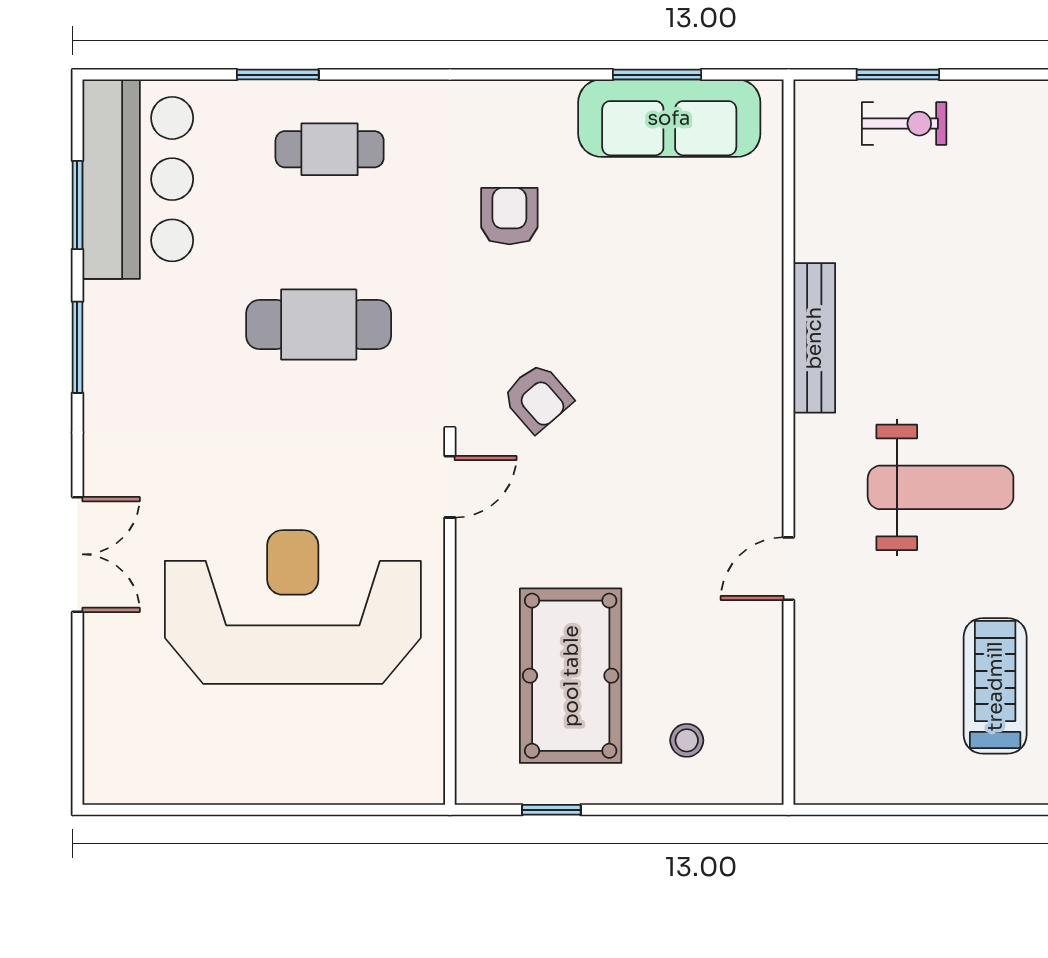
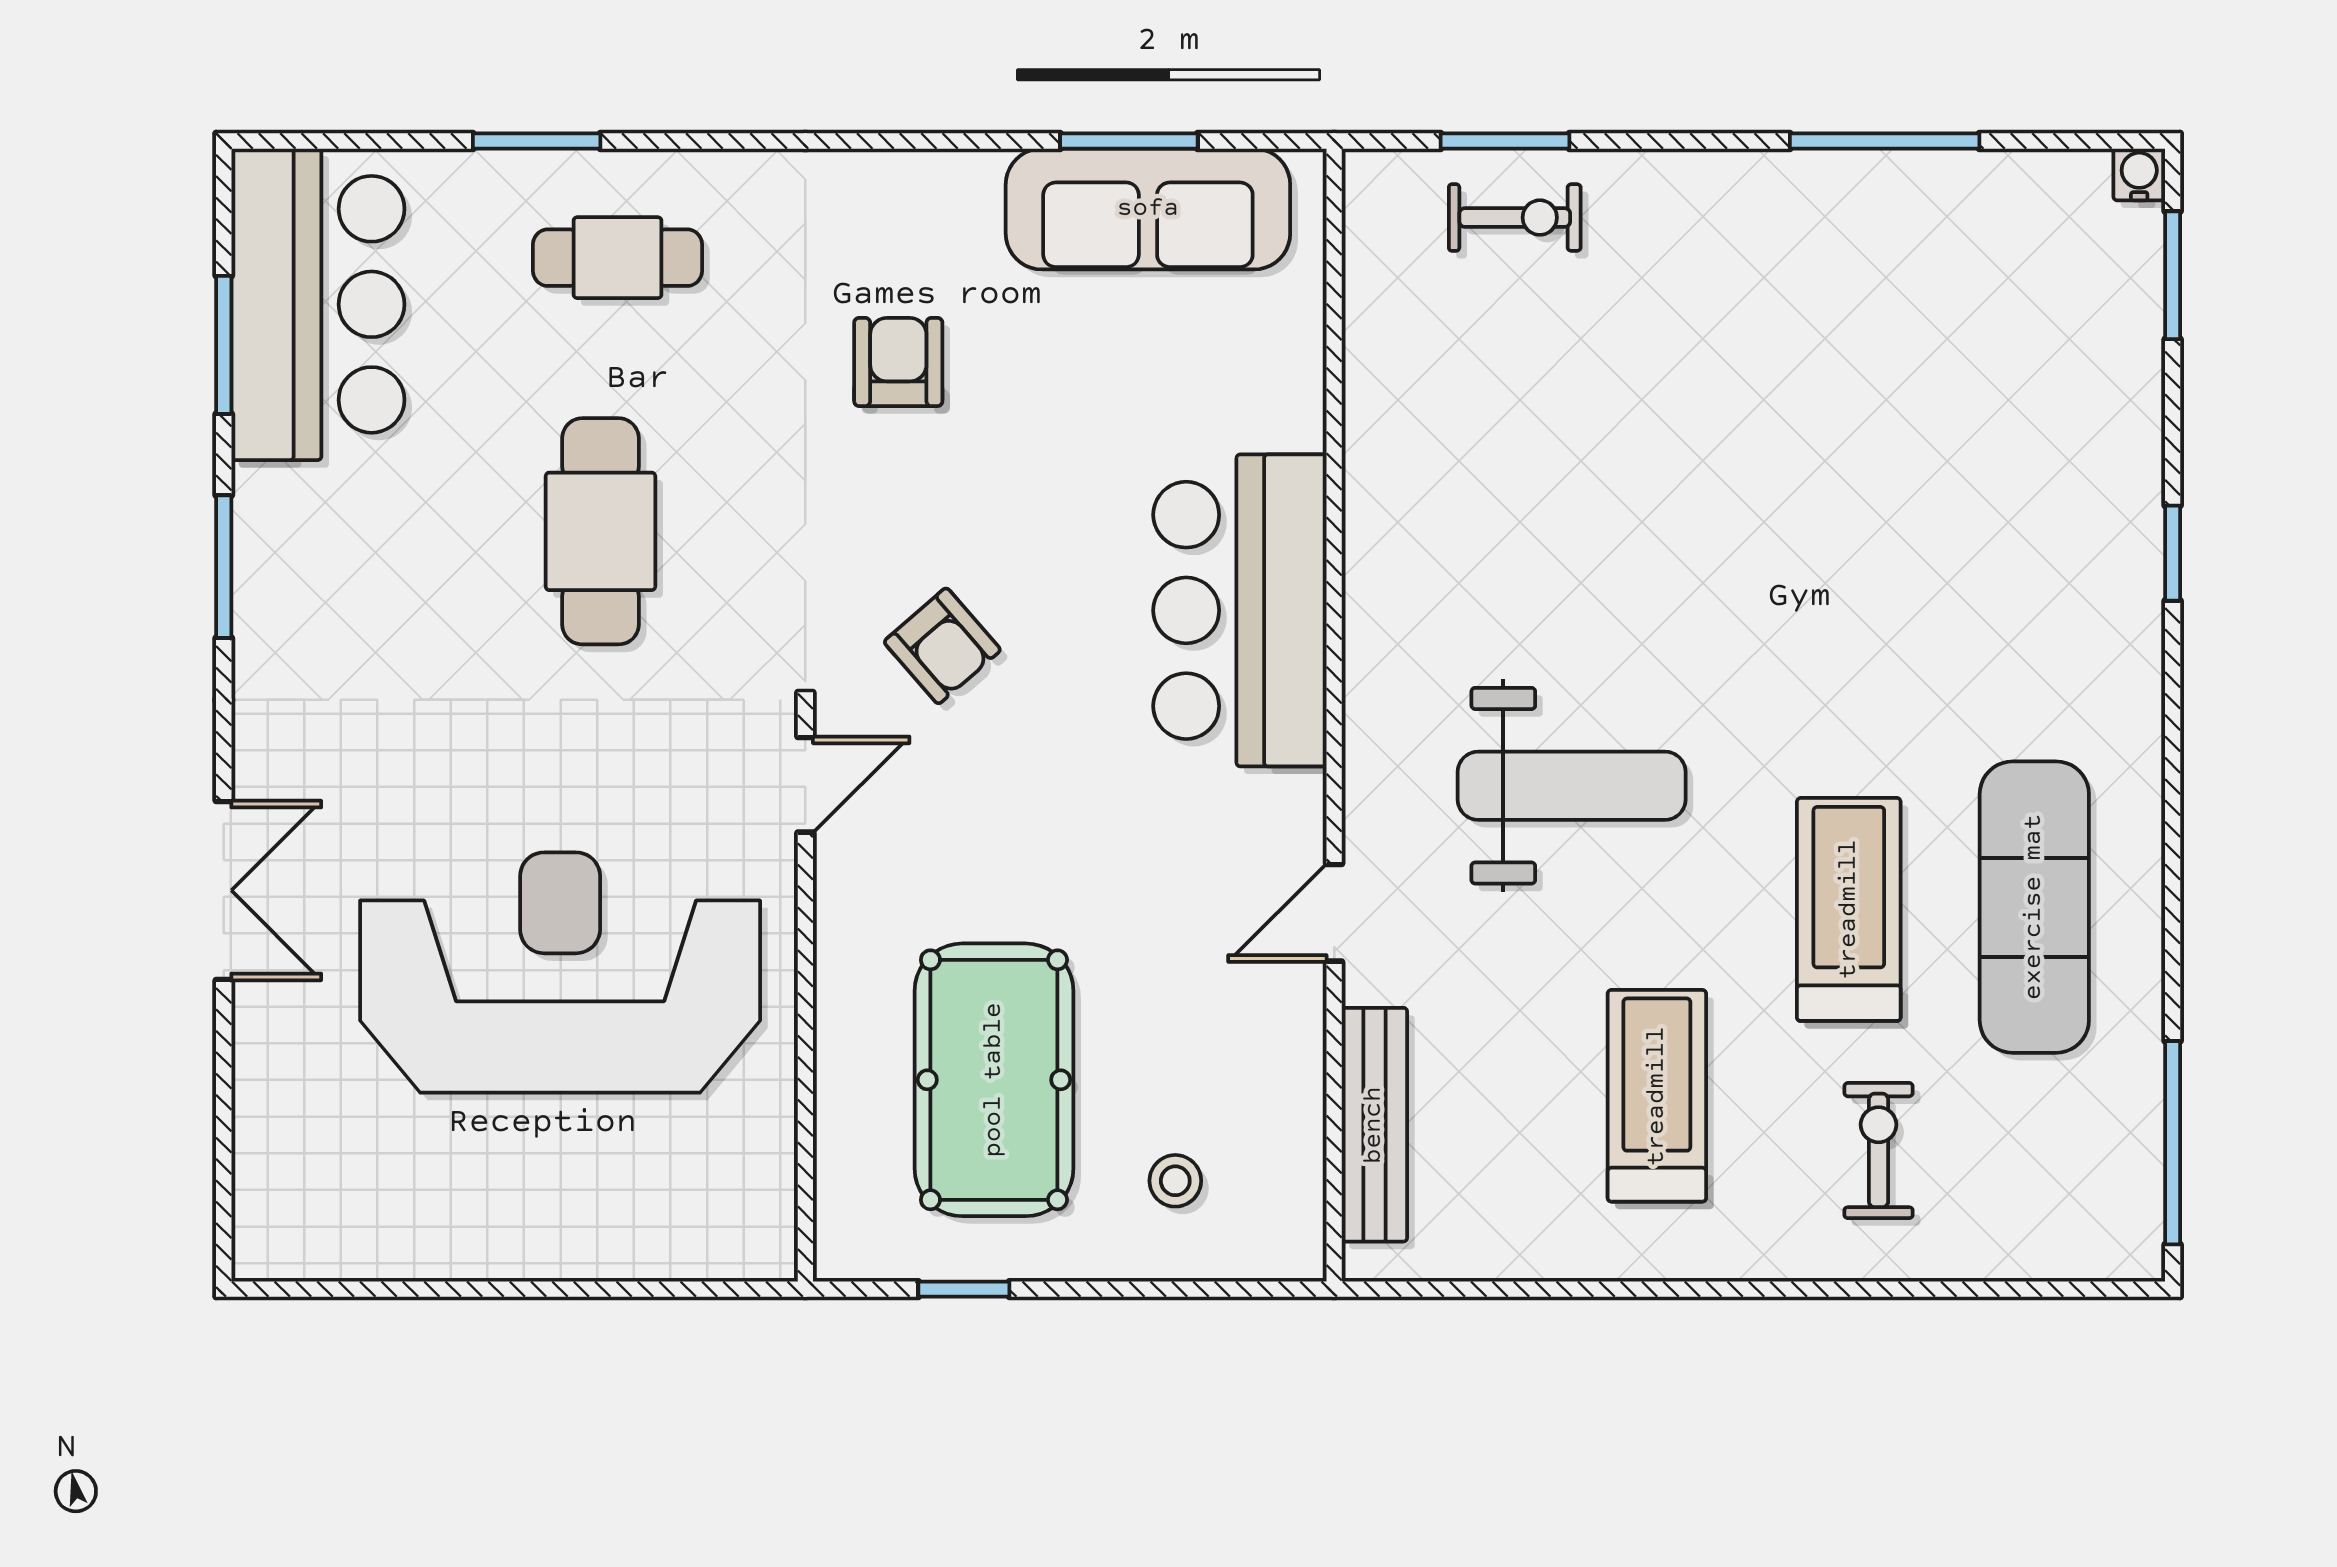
cafe table: (319, 325) -> (600, 531), turned 90
bench: (814, 338) -> (1374, 1125), moved
bar counter: (728, 375) -> (1240, 610), added

